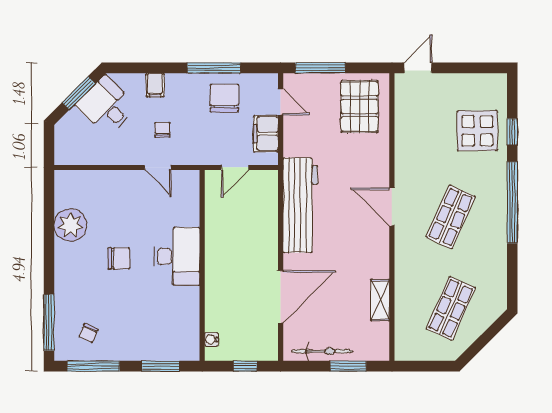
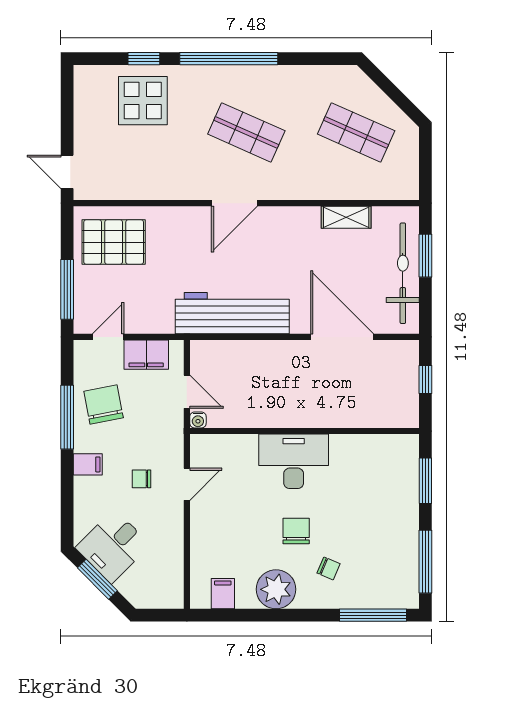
filing cabinet: (155, 85) -> (88, 464), moved
chair: (224, 98) -> (104, 404), turned 79
filing cabinet: (67, 197) -> (223, 594), added
plant: (70, 225) -> (276, 589), moved
chair: (88, 333) -> (329, 568), moved
water cooler: (211, 339) -> (198, 420), moved
bicycle: (322, 351) -> (403, 273), width x1.37, depth x1.40

